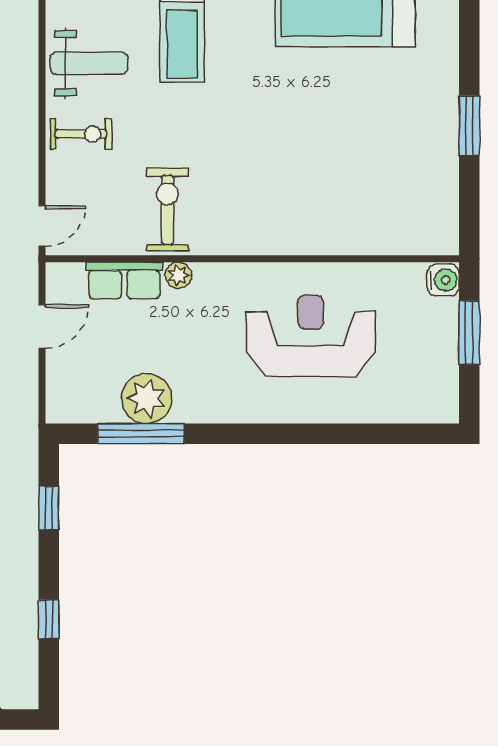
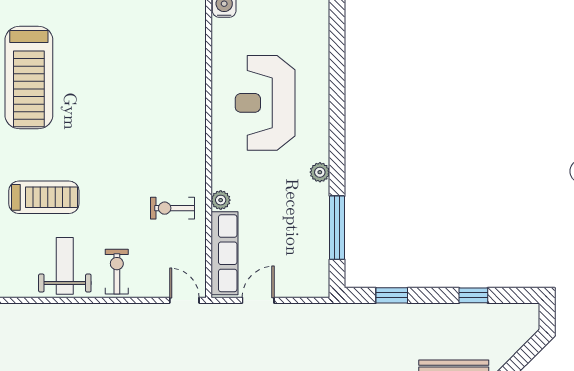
exercise bike: (167, 210) -> (173, 208), width x0.73, depth x0.72
row of seats: (124, 280) -> (224, 253), width x1.48
door: (42, 326) -> (258, 300), hinge flipped
plant: (147, 398) -> (320, 172), moved, width x0.53, depth x0.53

